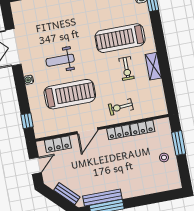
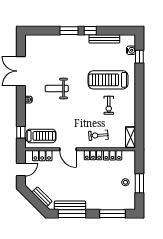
shelving: (153, 66) -> (131, 137), moved
treadmill: (70, 94) -> (41, 136), moved, width x0.73, depth x0.73
door: (87, 131) -> (68, 149), hinge flipped
window: (179, 143) -> (139, 183), moved
window: (155, 198) -> (113, 214), added

